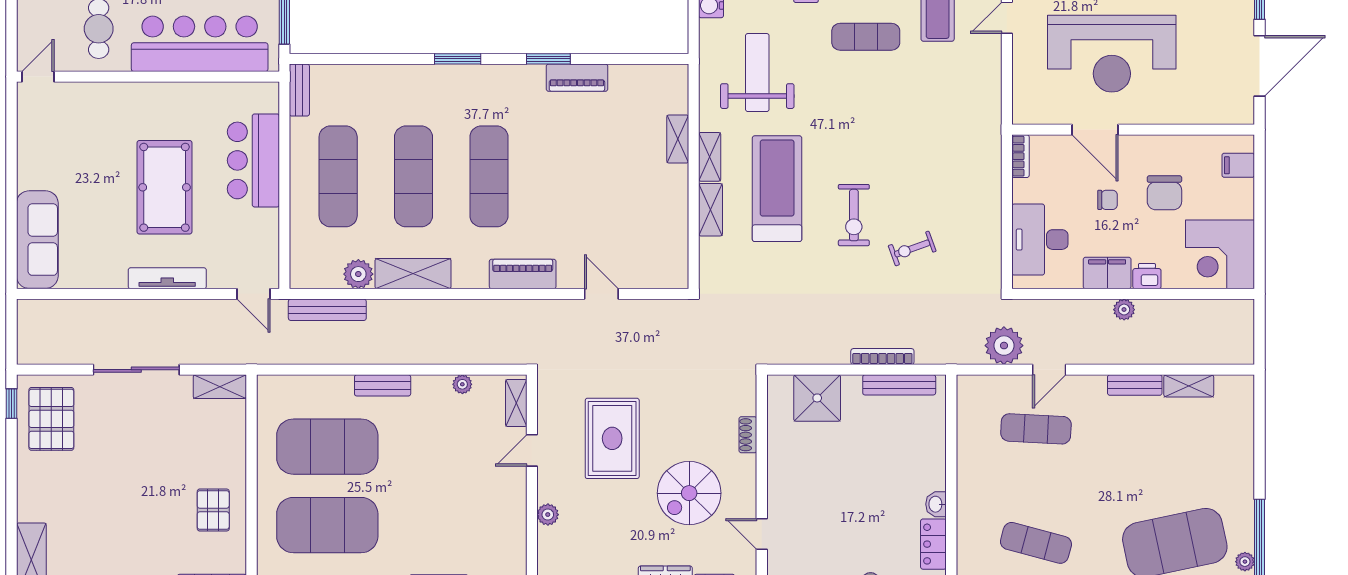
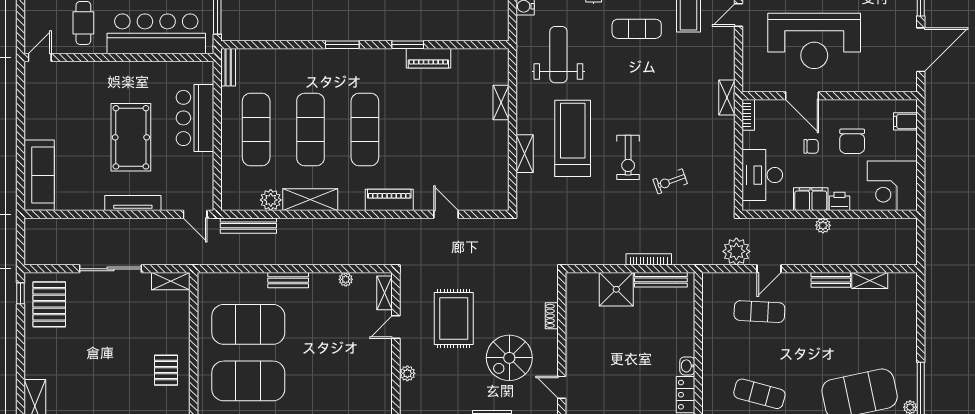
shelving: (710, 157) -> (727, 97), moved
shower: (817, 398) -> (616, 289), moved

